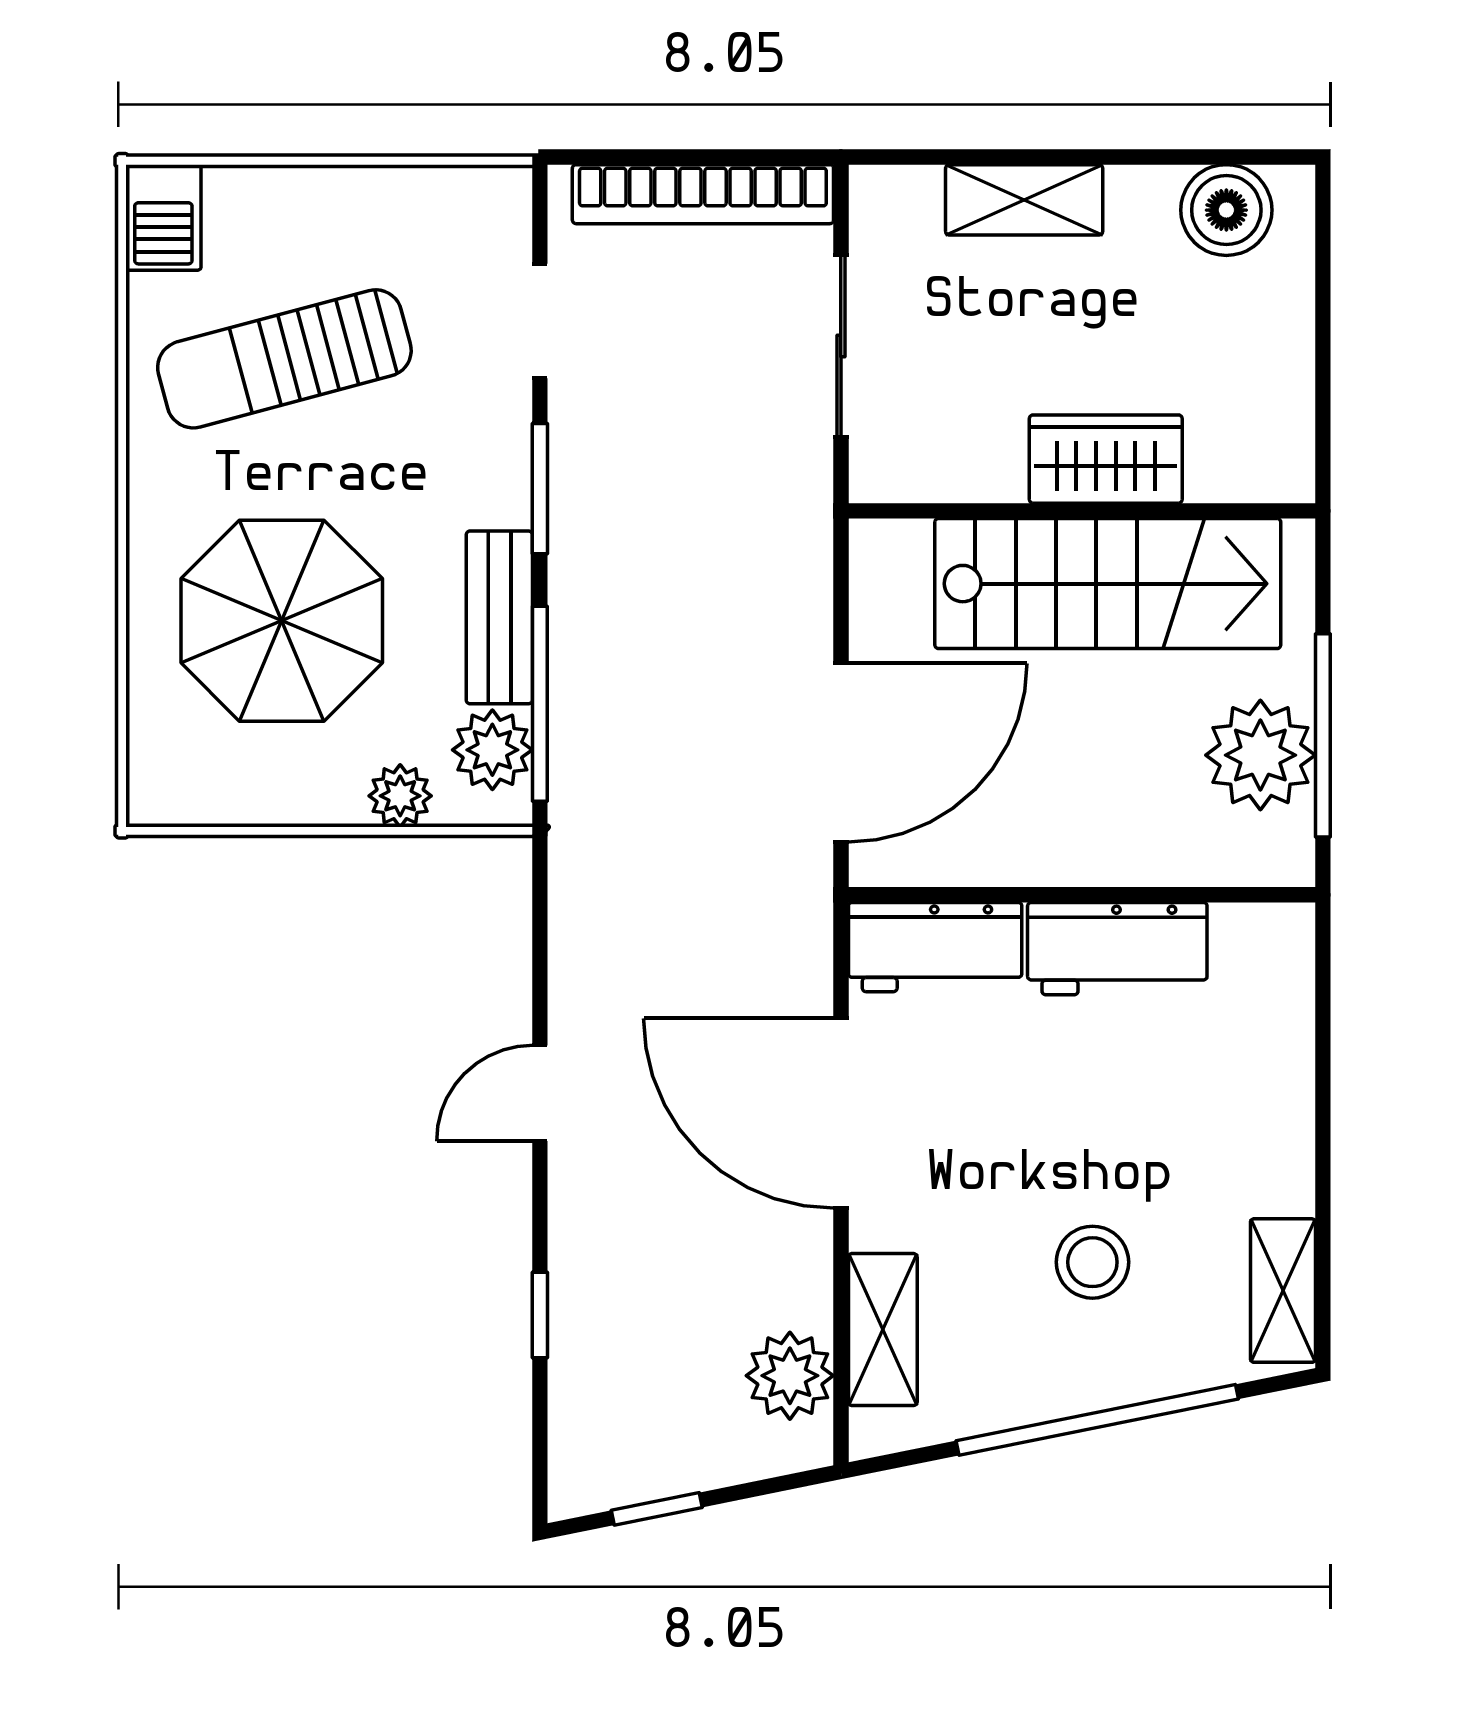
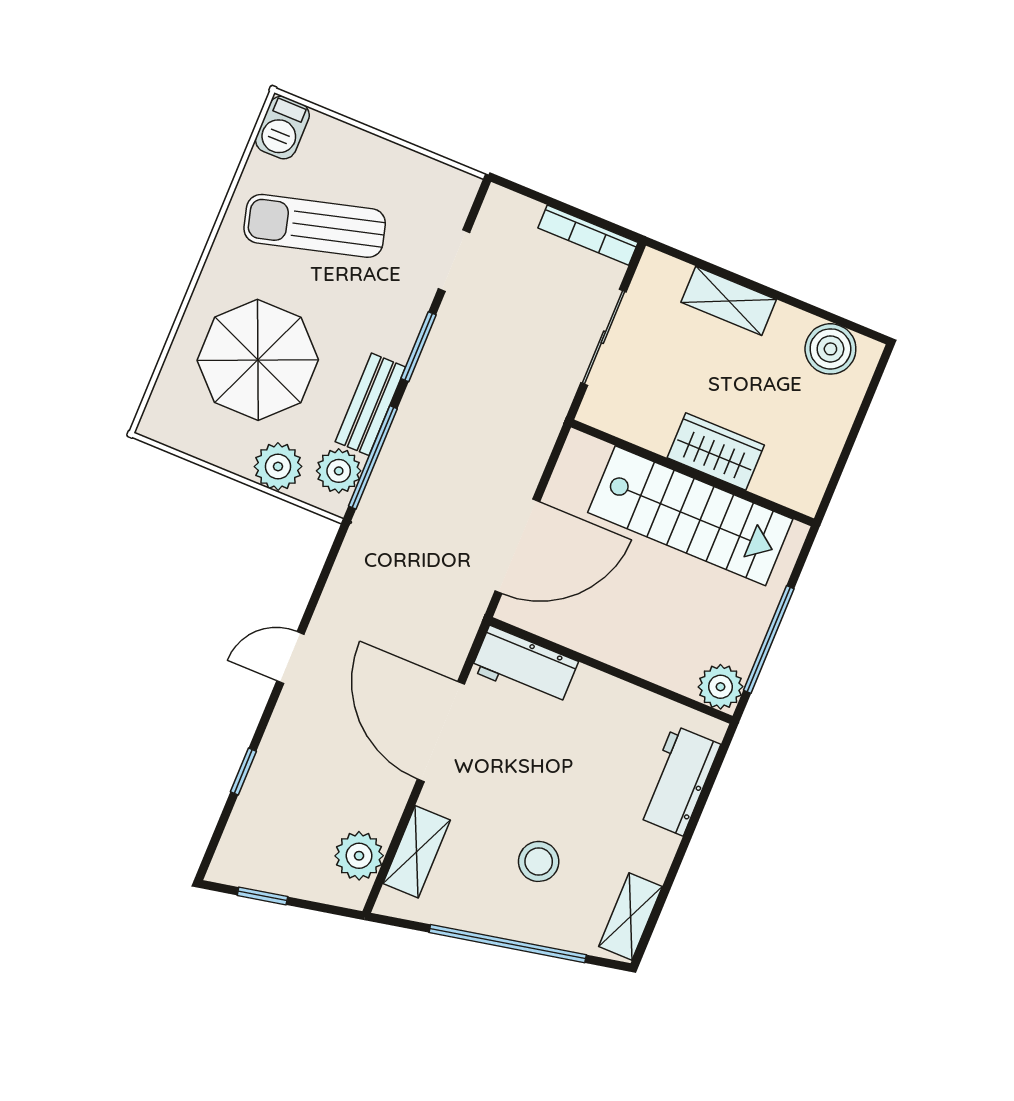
bookcase: (703, 194) -> (588, 235), width x0.68, depth x0.76
plant: (1260, 755) -> (721, 687), moved, width x0.73, depth x0.73
plant: (400, 796) -> (278, 466), width x1.38, depth x1.38
workbench: (1117, 949) -> (678, 781), moved, turned 90

